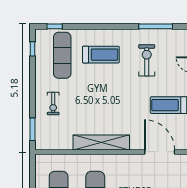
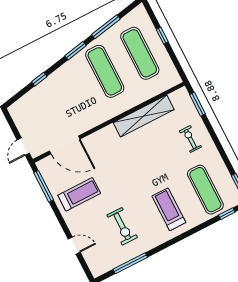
treadmill: (101, 55) -> (169, 209), turned 90
shelving: (101, 142) -> (144, 116), moved

